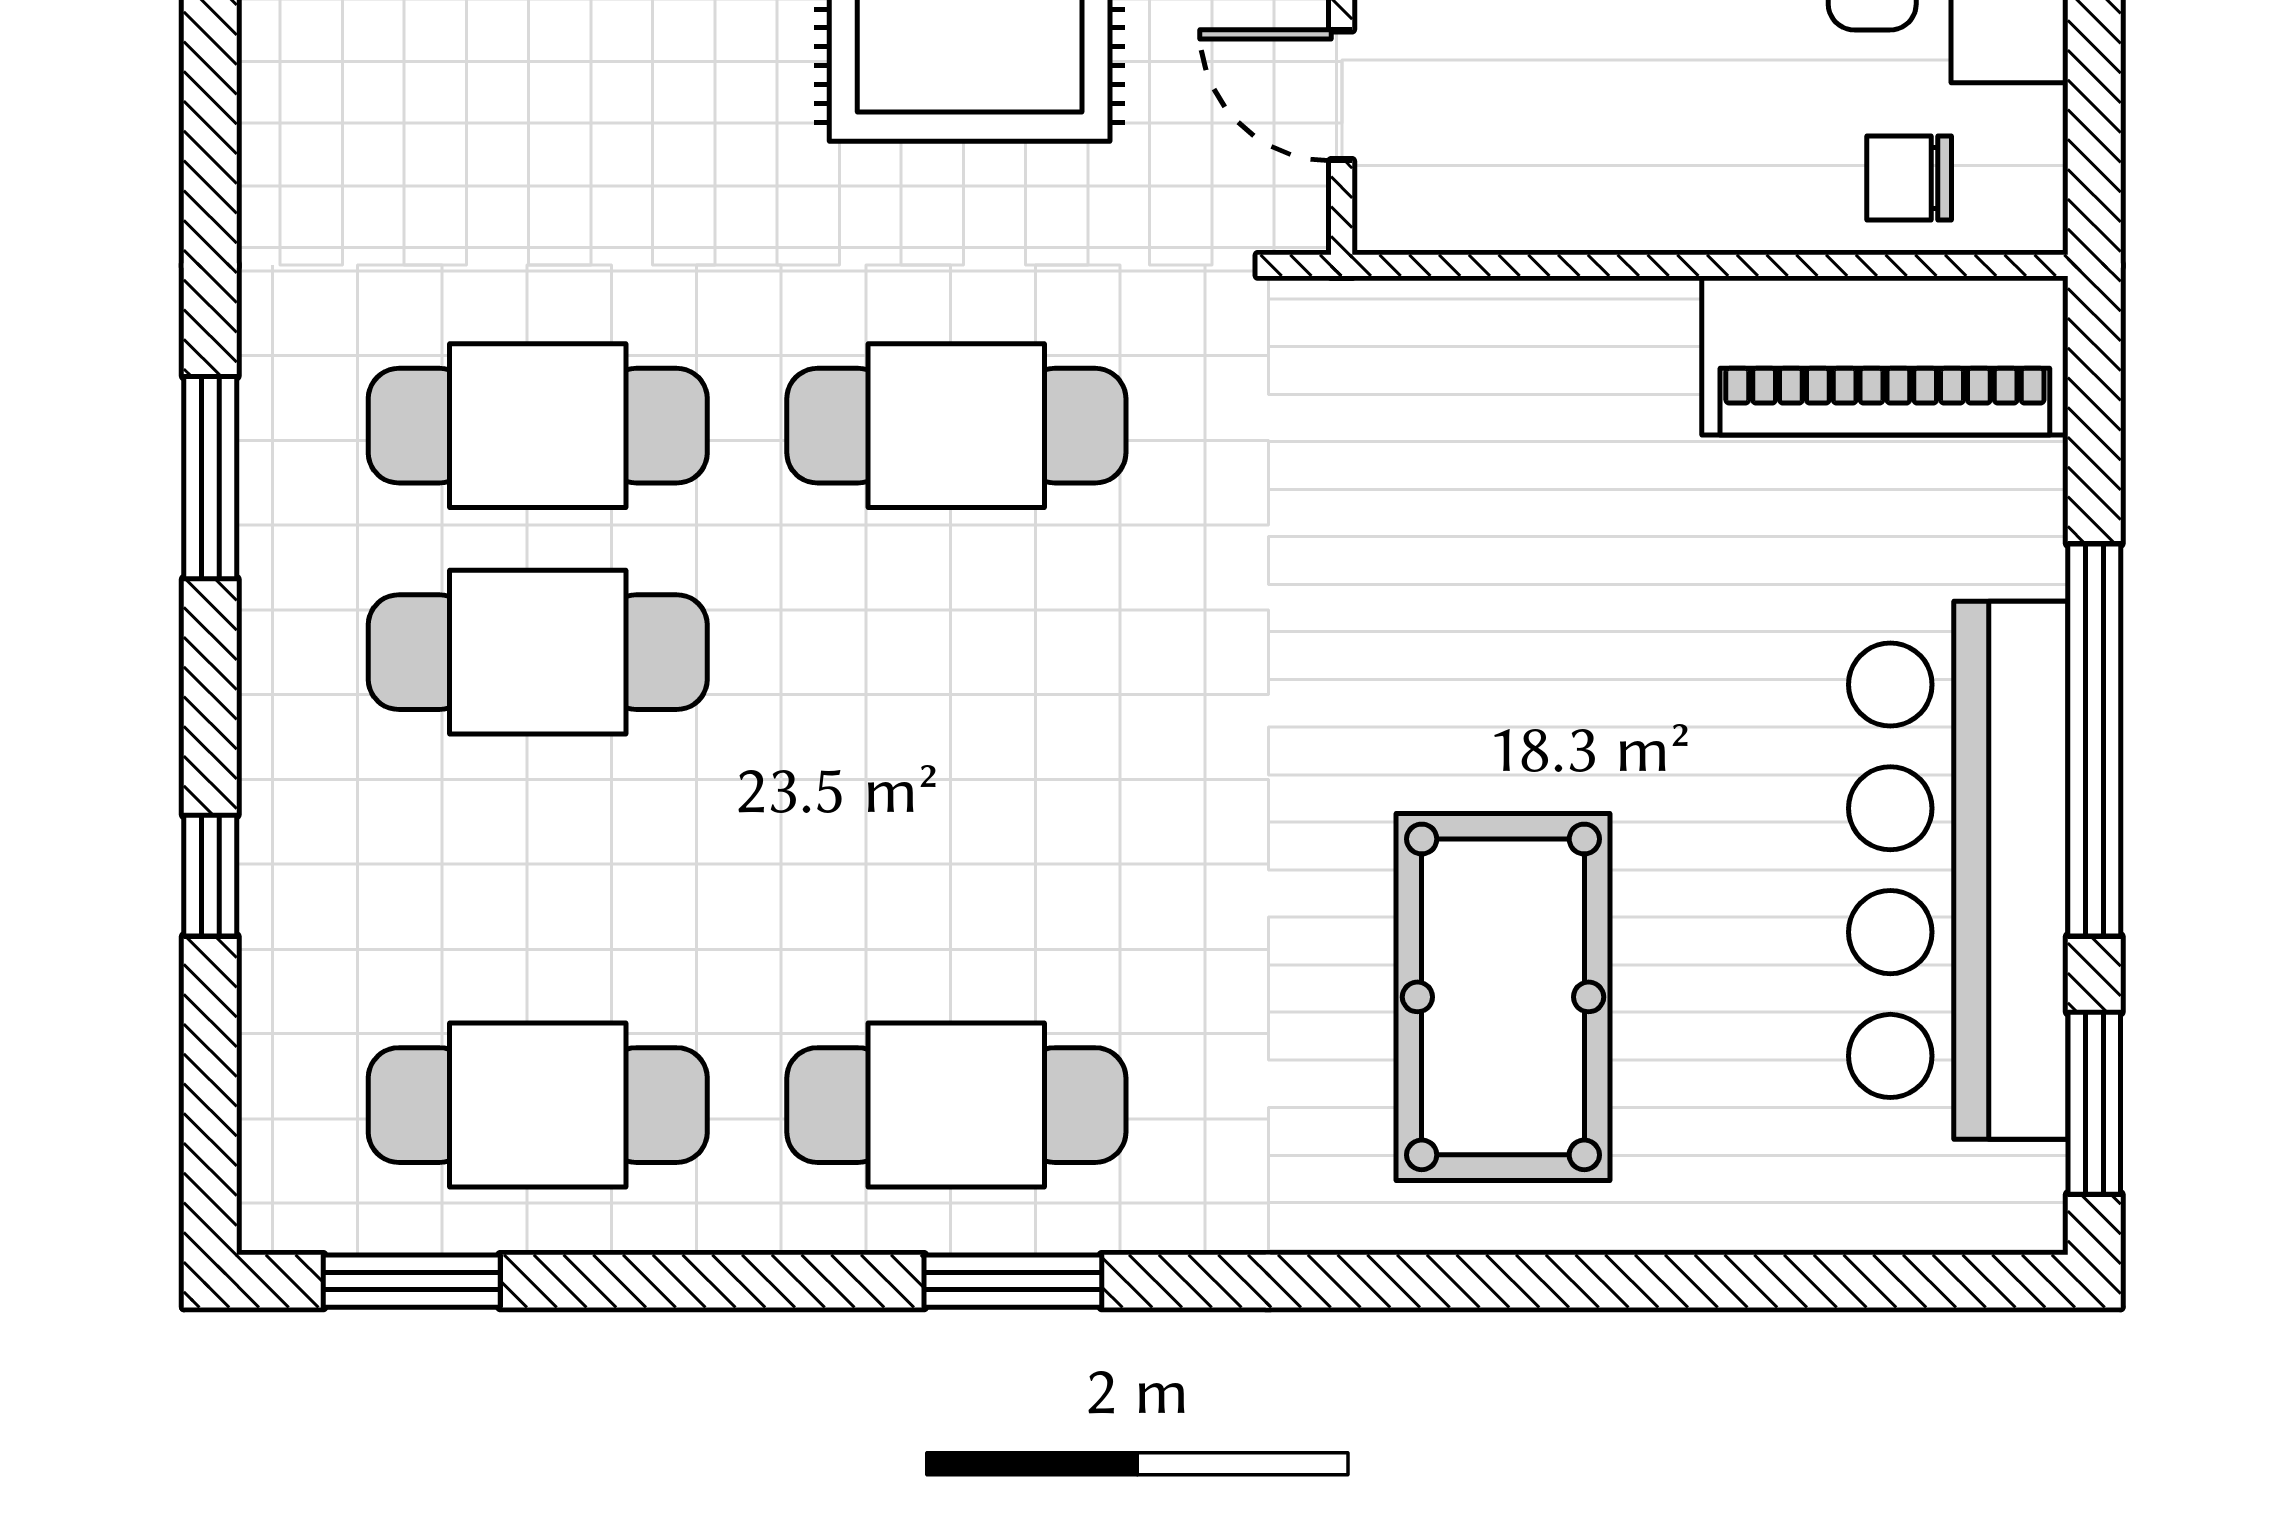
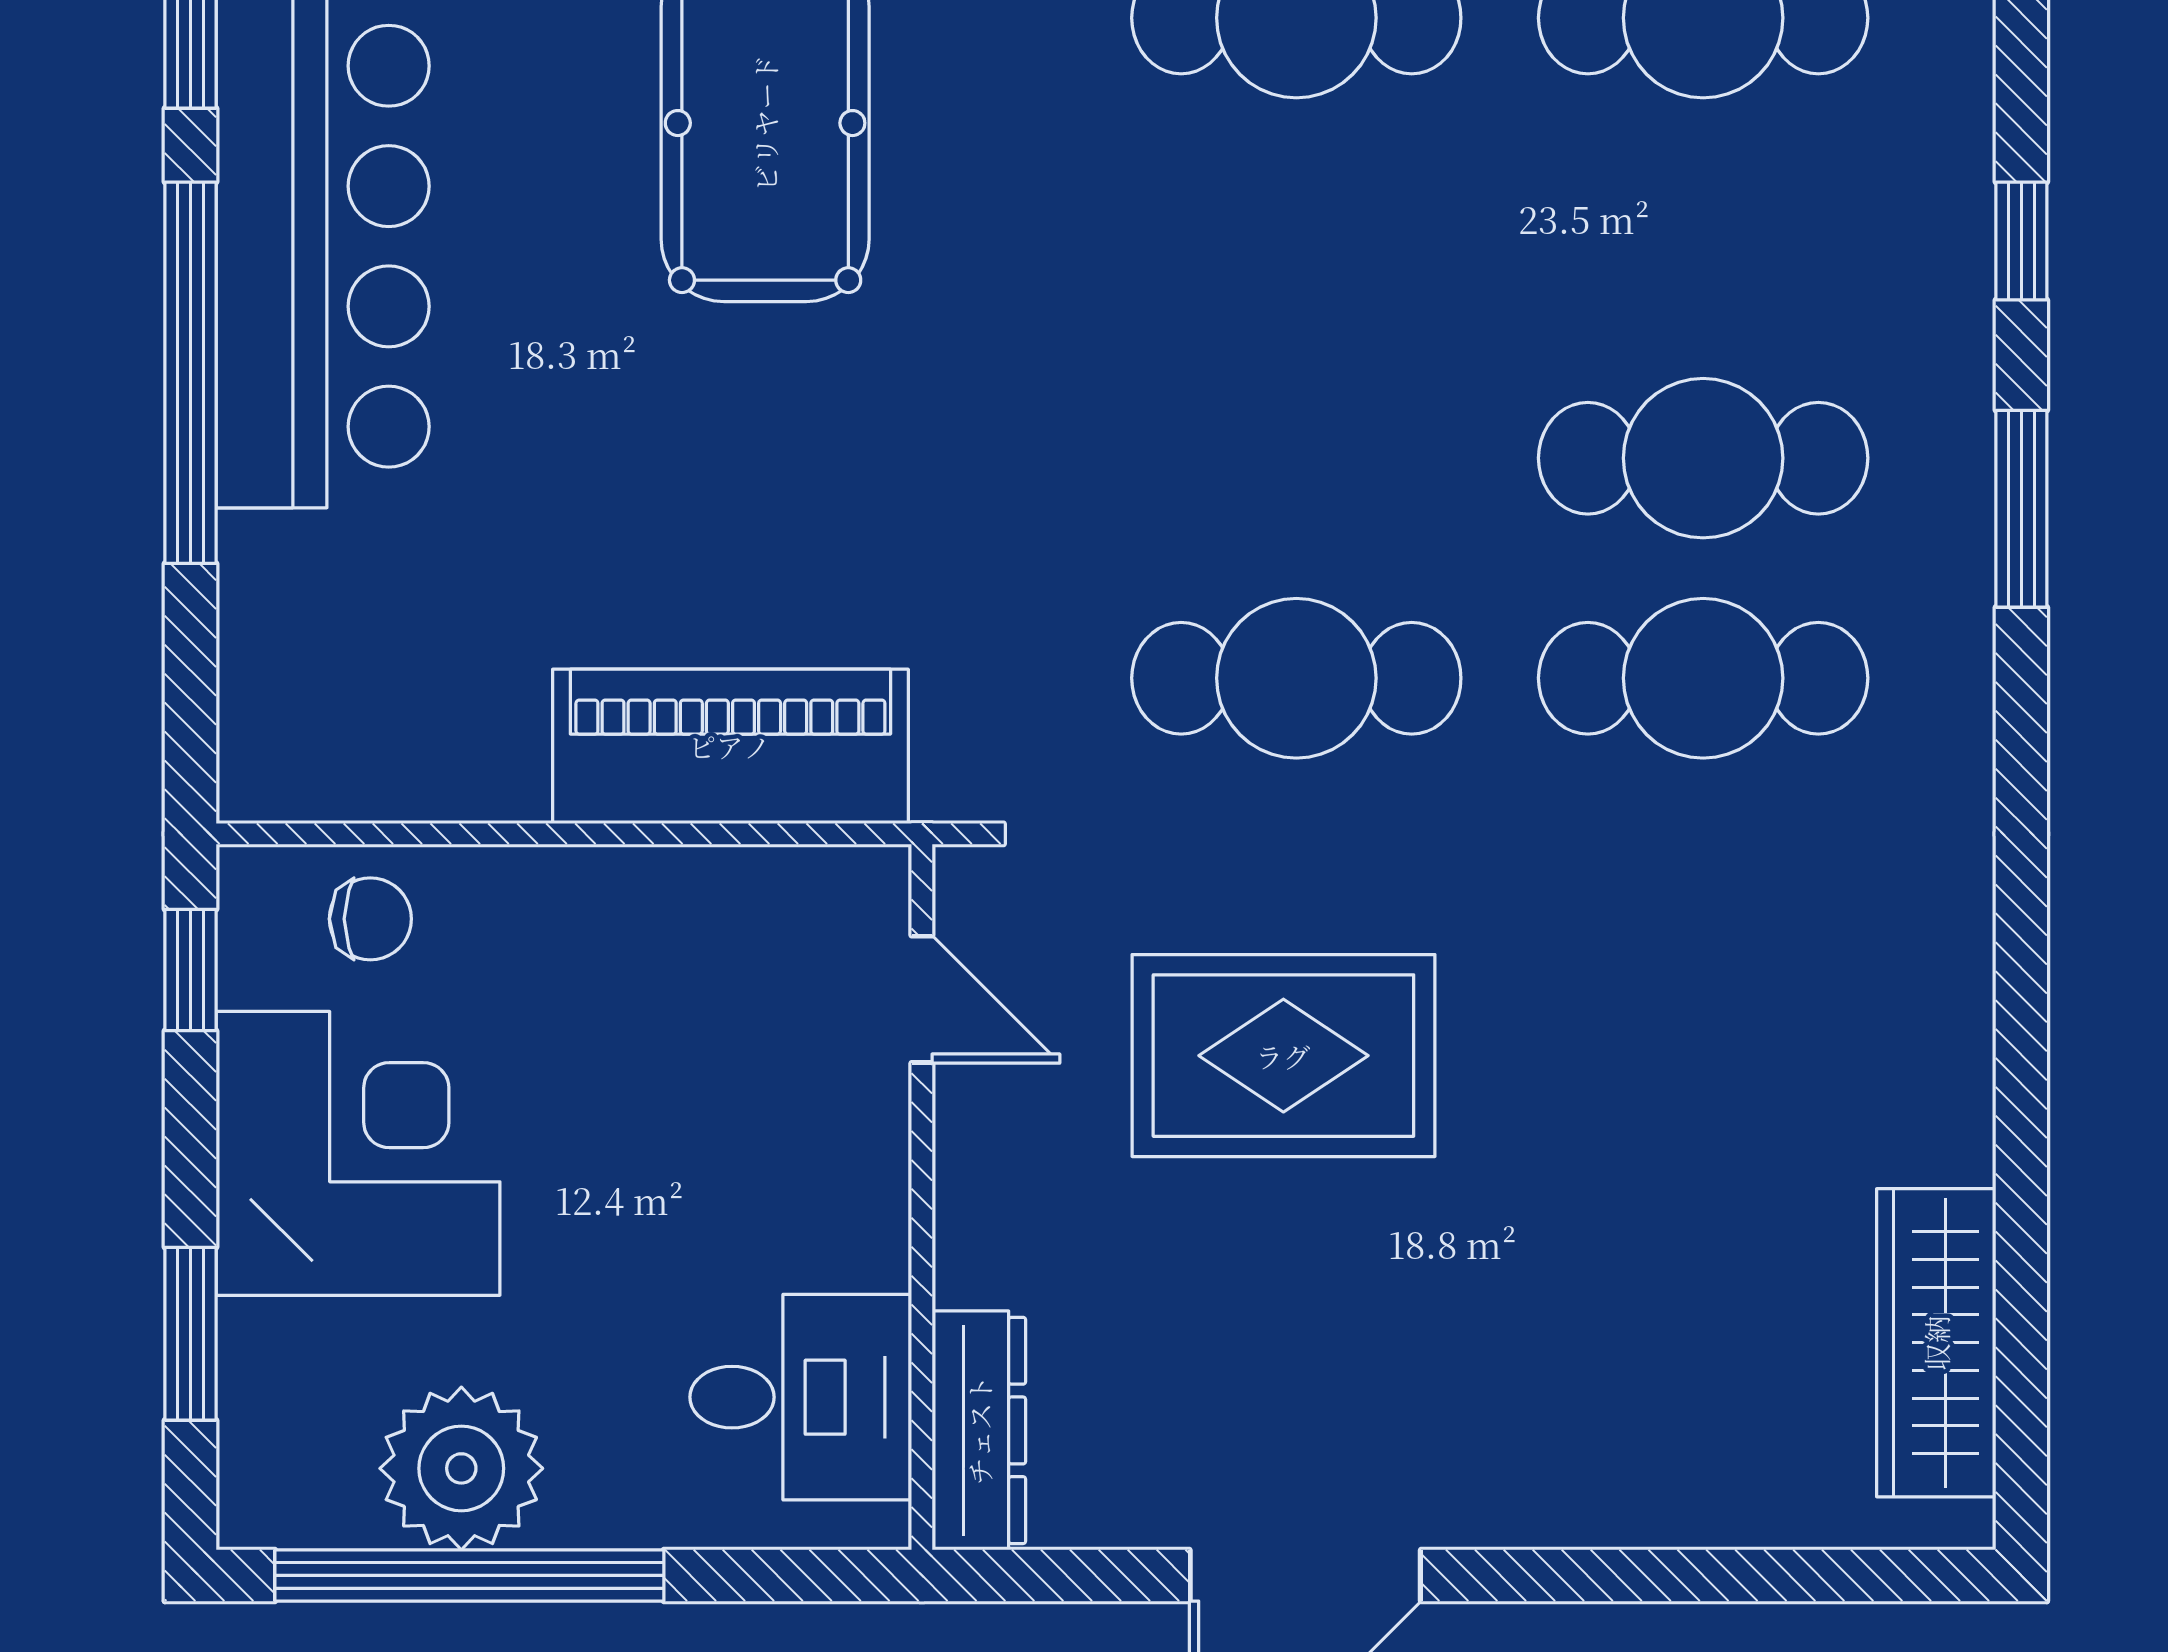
window: (2094, 126) -> (191, 970), added
piano: (1885, 355) -> (730, 746), moved
window: (210, 478) -> (2021, 509), moved

